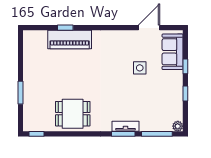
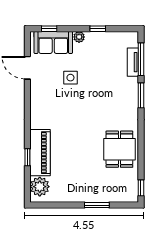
plant: (38, 39) -> (40, 187), added
window: (185, 66) -> (49, 29), moved
tv unit: (125, 126) -> (133, 62), moved
plant: (178, 126) -> (79, 37), moved

